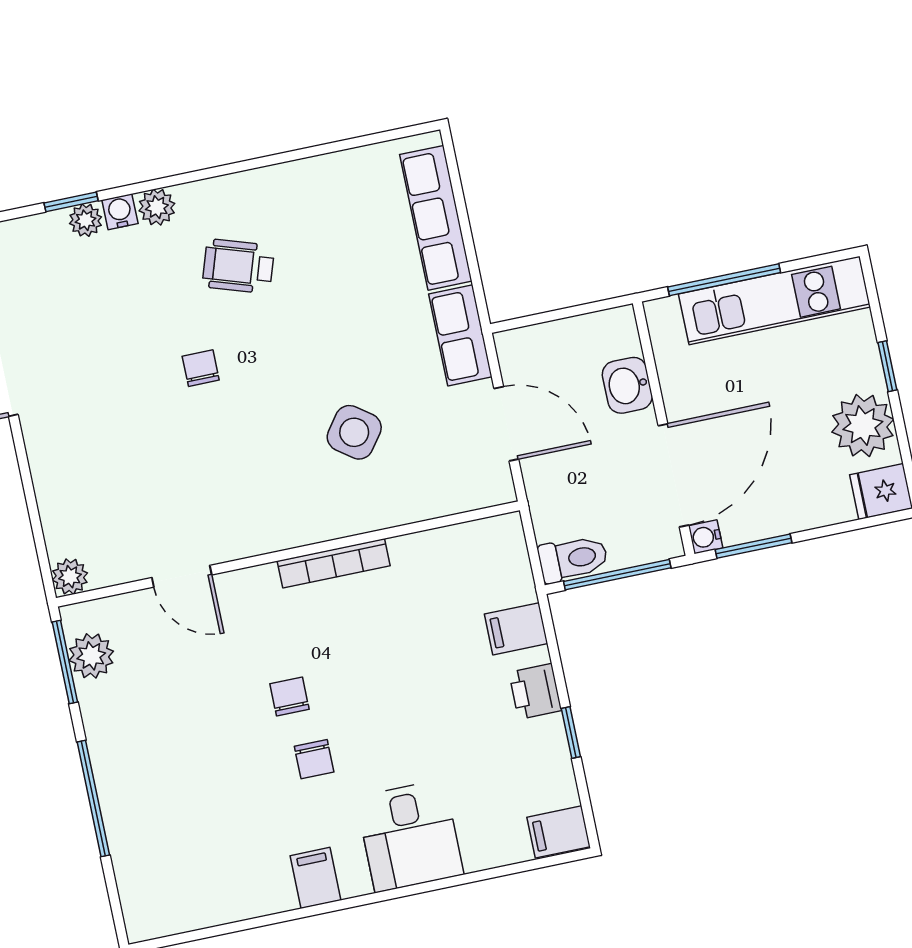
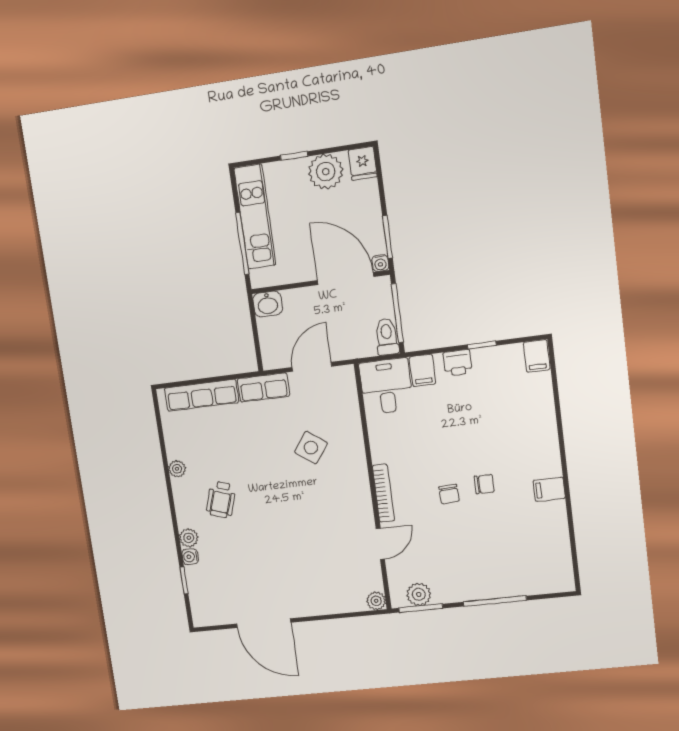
plant: (86, 220) -> (177, 469), moved
chair: (201, 368) -> (272, 524), removed
washbasin: (627, 385) -> (268, 304), moved
bookcase: (334, 563) -> (383, 493), moved
chair: (289, 696) -> (449, 494), turned -93
desk: (410, 836) -> (386, 386), moved, turned -90

